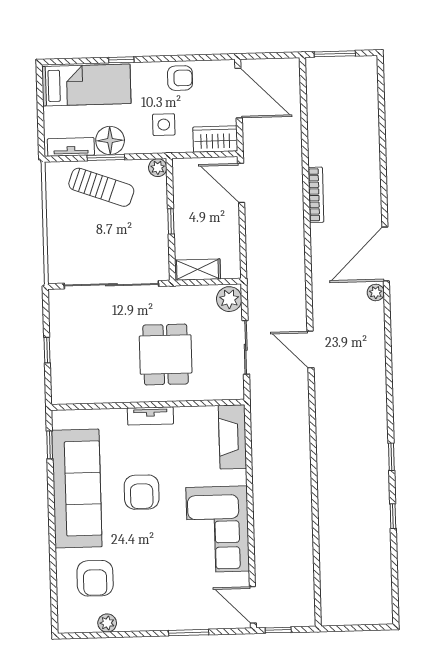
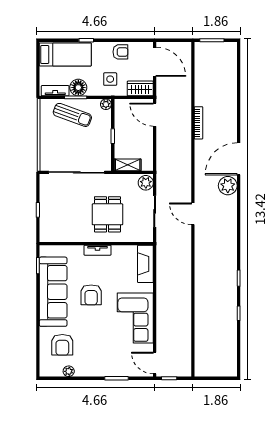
plant: (376, 293) -> (228, 186), width x1.88, depth x1.88

